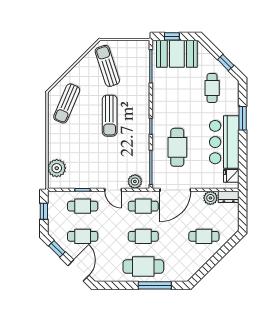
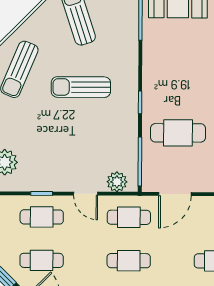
sun lounger: (110, 116) -> (81, 87), turned 90
cafe table: (177, 147) -> (178, 133), turned 90
door: (175, 190) -> (175, 194), width x0.73

